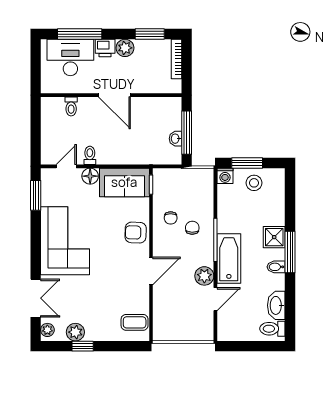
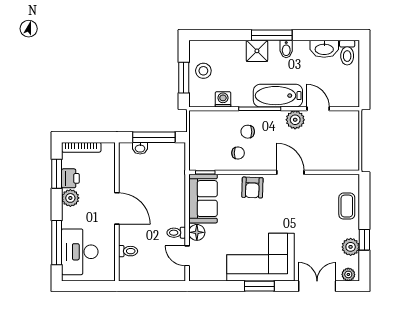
printer: (105, 48) -> (70, 178), moved
door: (114, 95) -> (117, 208), hinge flipped
washbasin: (175, 139) -> (140, 148), moved
washing machine: (225, 176) -> (223, 99), moved, turned -90
window: (36, 195) -> (259, 286), moved
coffee table: (135, 322) -> (347, 206), moved

